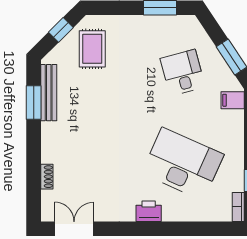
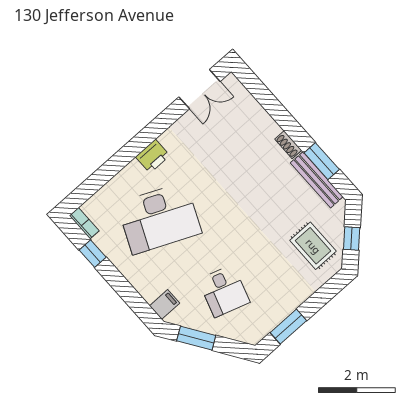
desk: (183, 73) -> (224, 291), turned 33
shoe rack: (47, 177) -> (288, 145), moved

